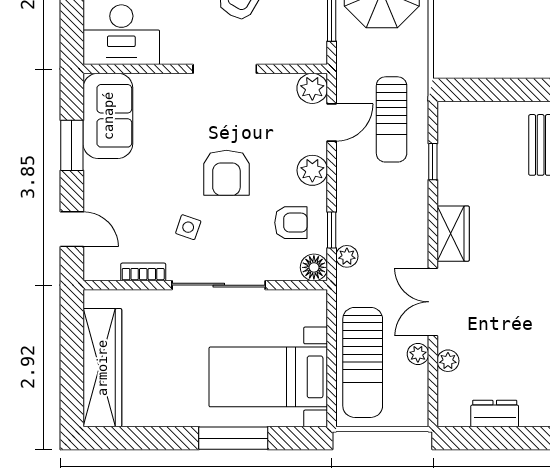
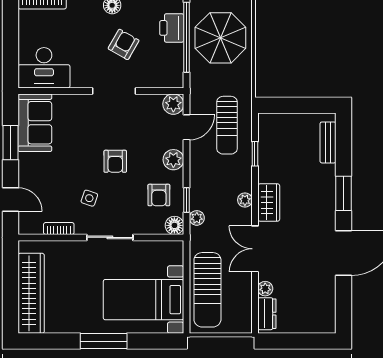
armchair: (226, 173) -> (115, 161), width x0.72, depth x0.72
armchair: (291, 223) -> (159, 195), turned 90
sliding door: (219, 285) -> (110, 237), width x0.73
plant: (418, 354) -> (245, 200), moved
dresser: (495, 414) -> (267, 314), moved, turned 90
window: (233, 438) -> (104, 341), moved

